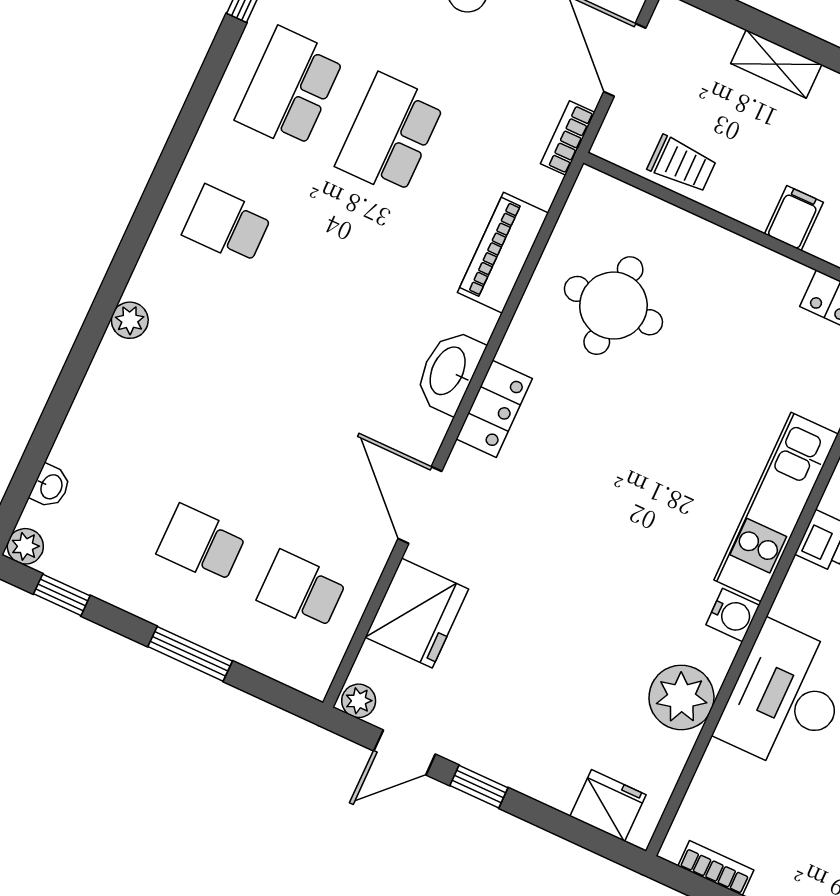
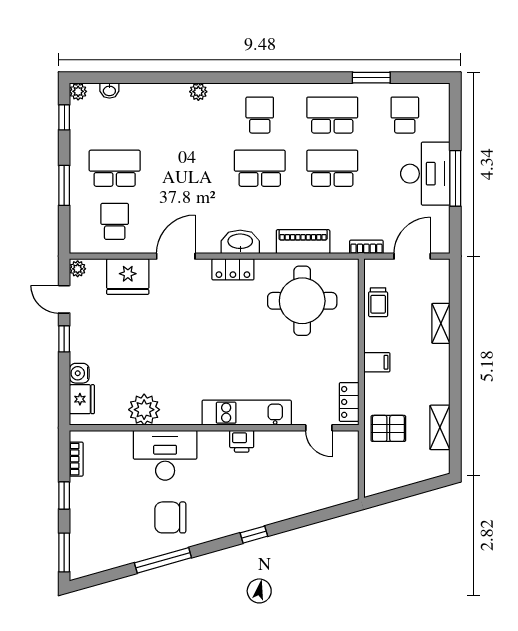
school desk: (327, 271) -> (260, 168), added
round table: (613, 306) -> (302, 301), width x1.36, depth x1.36
school desk: (202, 544) -> (115, 168), width x1.85
water cooler: (733, 615) -> (79, 373), moved, turned 90

